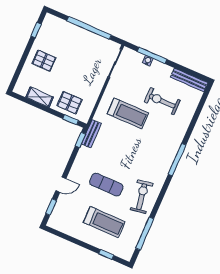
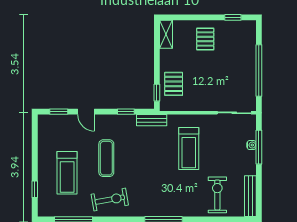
shelving: (40, 97) -> (166, 34), moved
exercise bike: (162, 101) -> (217, 195), moved
window: (80, 140) -> (126, 112), moved

